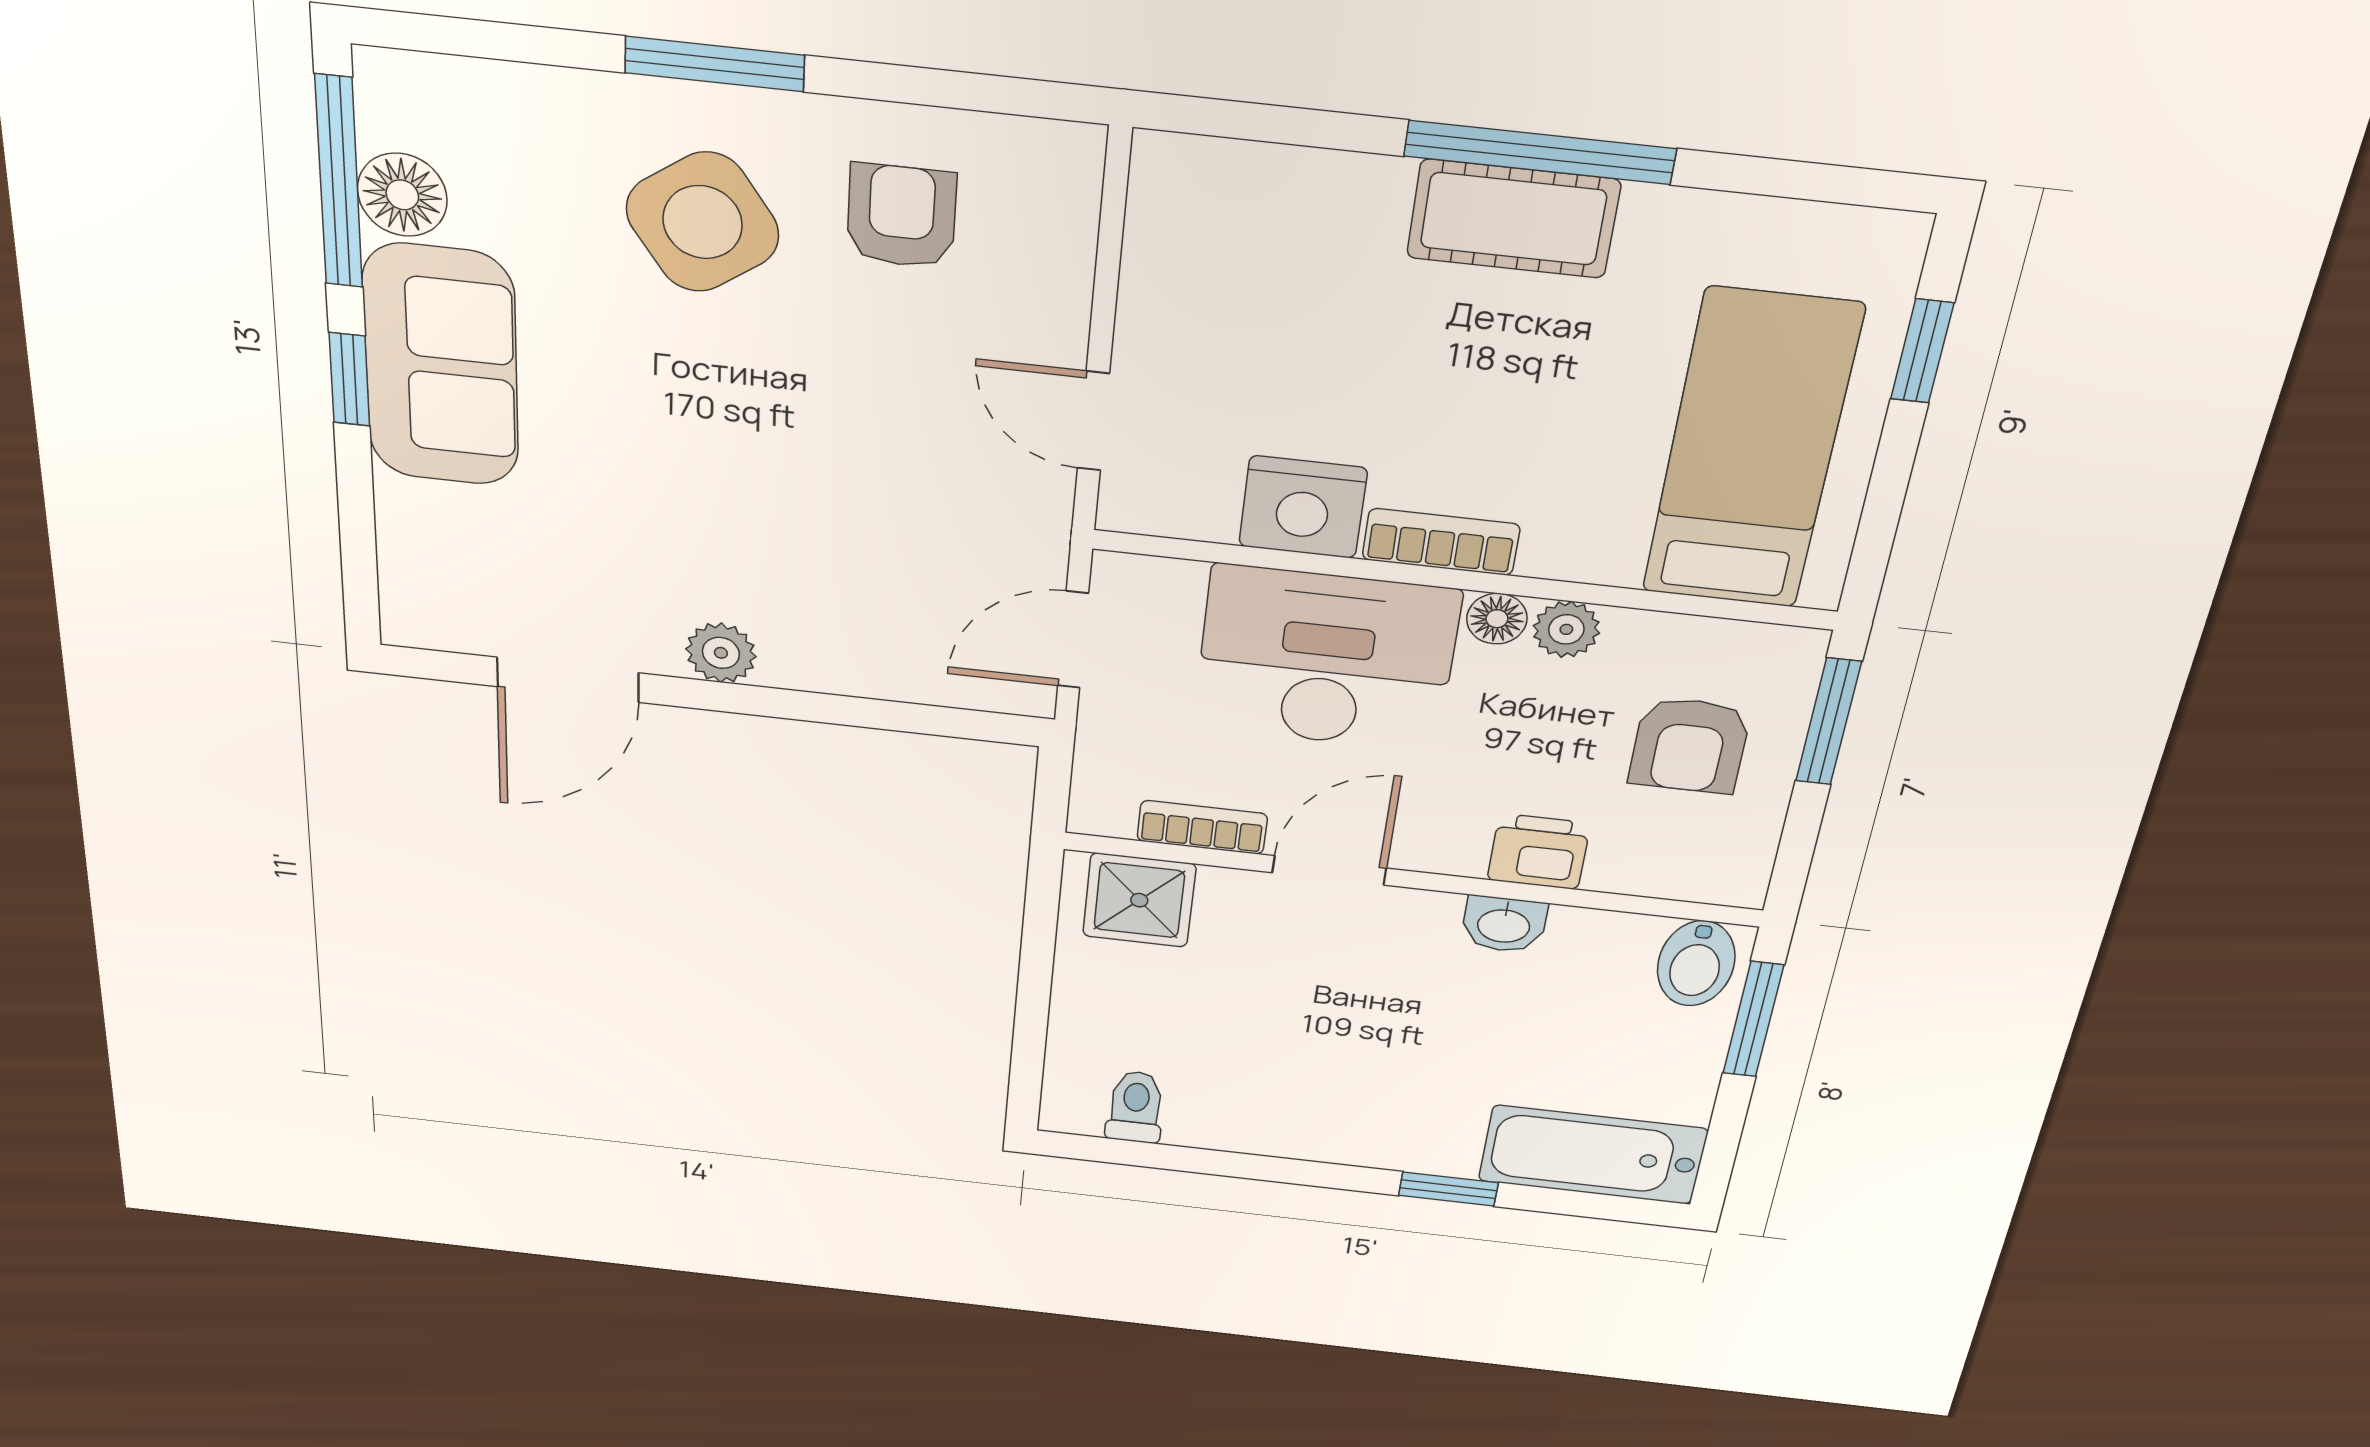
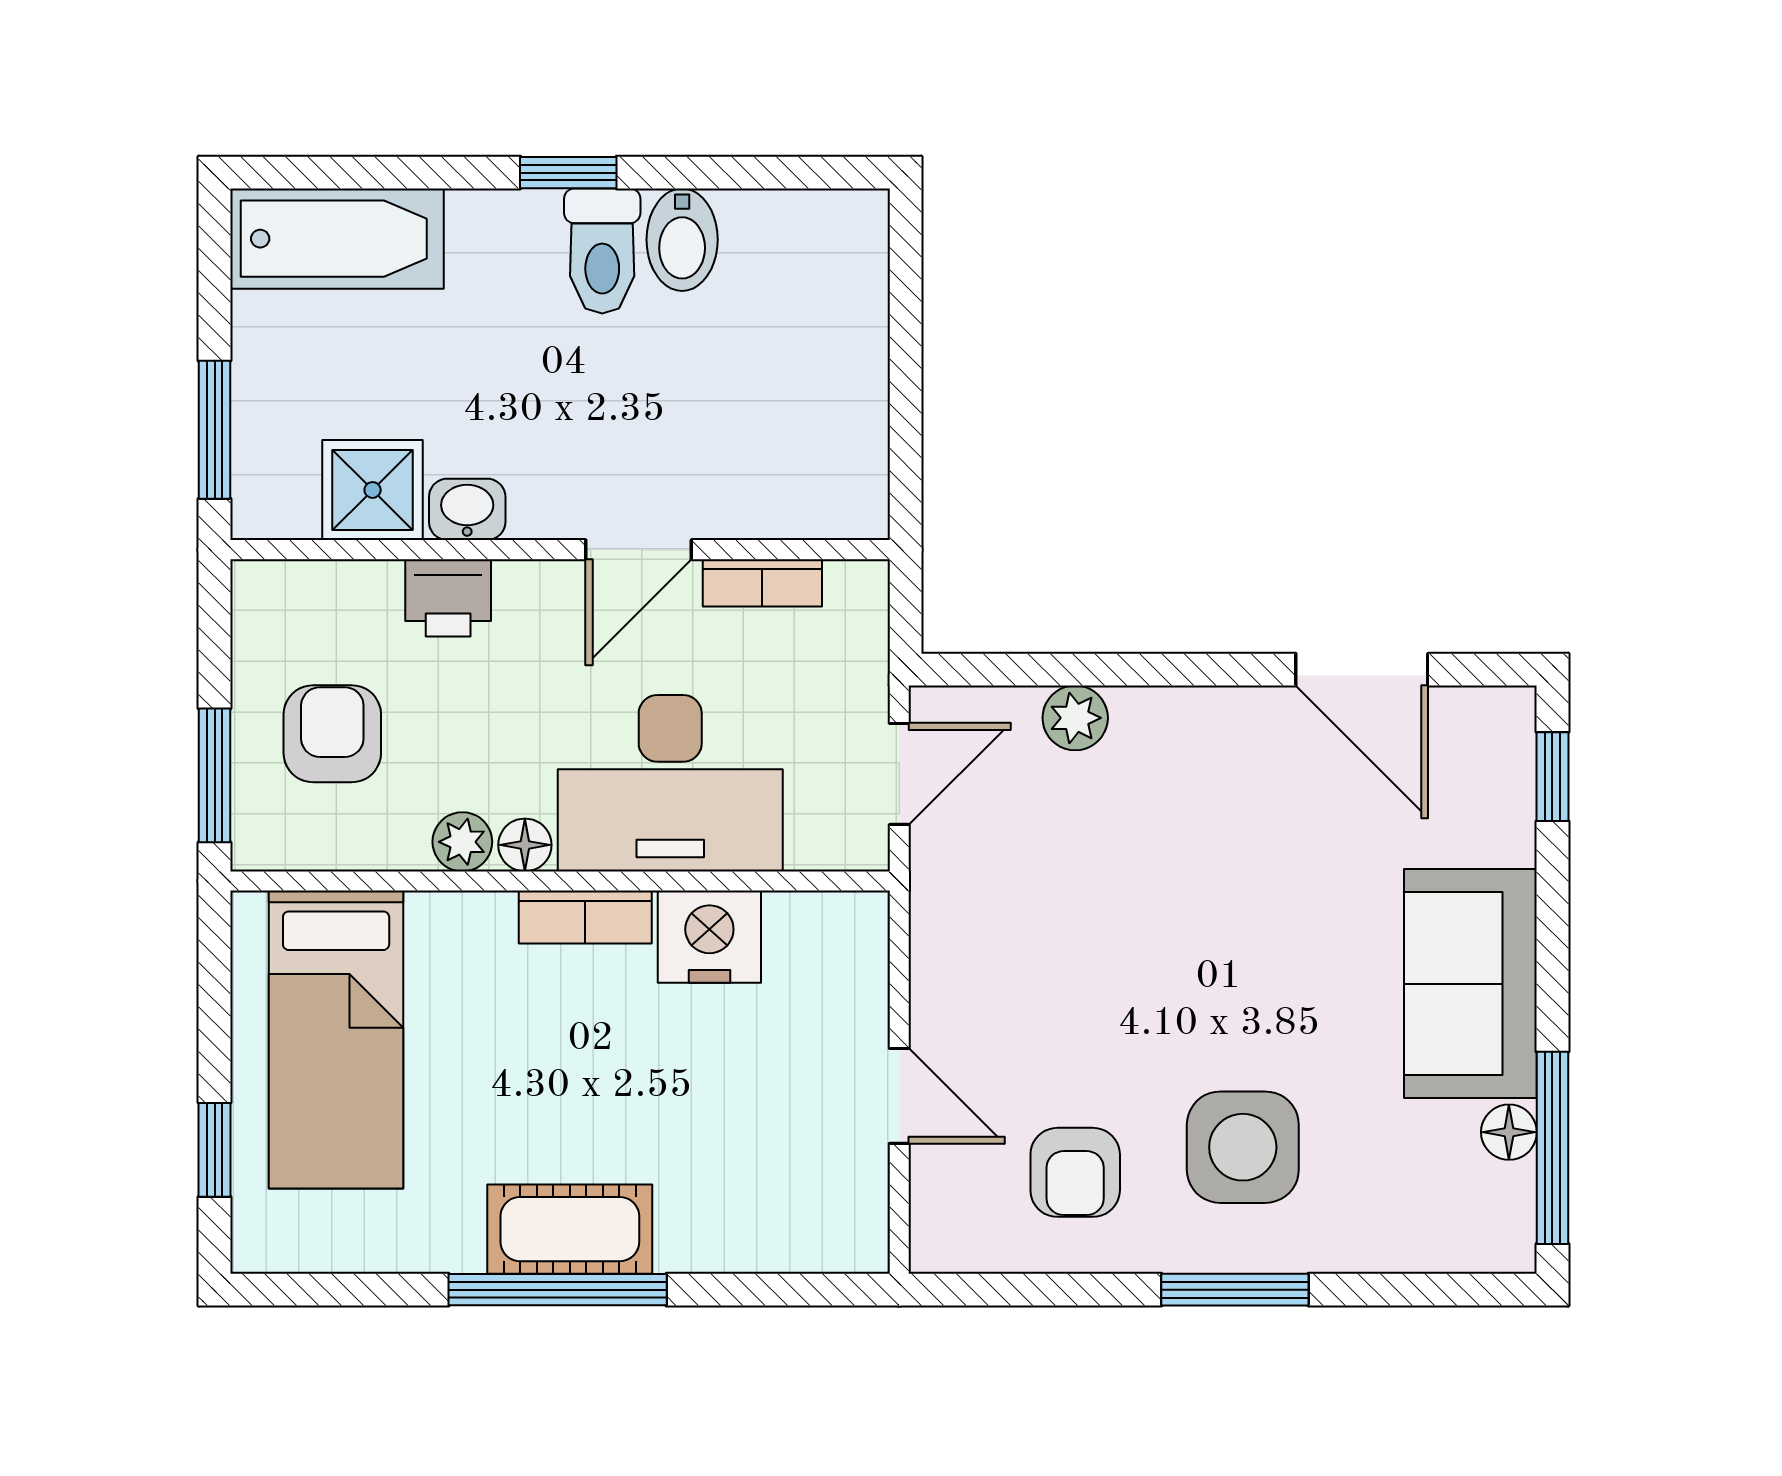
floor lamp: (402, 195) -> (1509, 1132), width x0.73, depth x0.73
side table: (703, 222) -> (1243, 1147), turned 35
window: (349, 379) -> (1552, 777), moved
door: (1093, 421) -> (899, 1096), moved
plant: (721, 653) -> (1075, 718), moved
door: (568, 680) -> (1362, 670), swing flipped
shower: (1139, 900) -> (373, 490), moved
bidet: (1696, 963) -> (682, 240), moved, turned 180
toilet: (1135, 1107) -> (602, 251), moved, width x1.37, depth x1.39
window: (1448, 1189) -> (568, 173), moved

